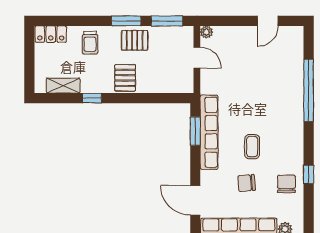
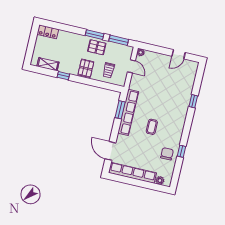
trolley: (90, 43) -> (109, 70), moved
window: (309, 90) -> (193, 101), width x0.32
chair: (247, 183) -> (143, 148), removed

